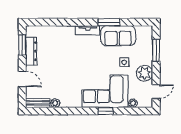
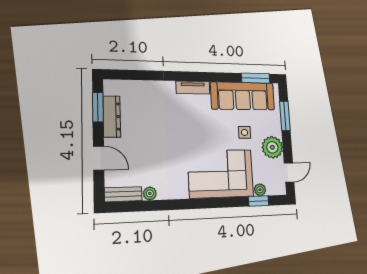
window: (109, 22) -> (256, 78), moved
sofa: (118, 36) -> (243, 96), width x1.36
window: (106, 111) -> (259, 201), moved

